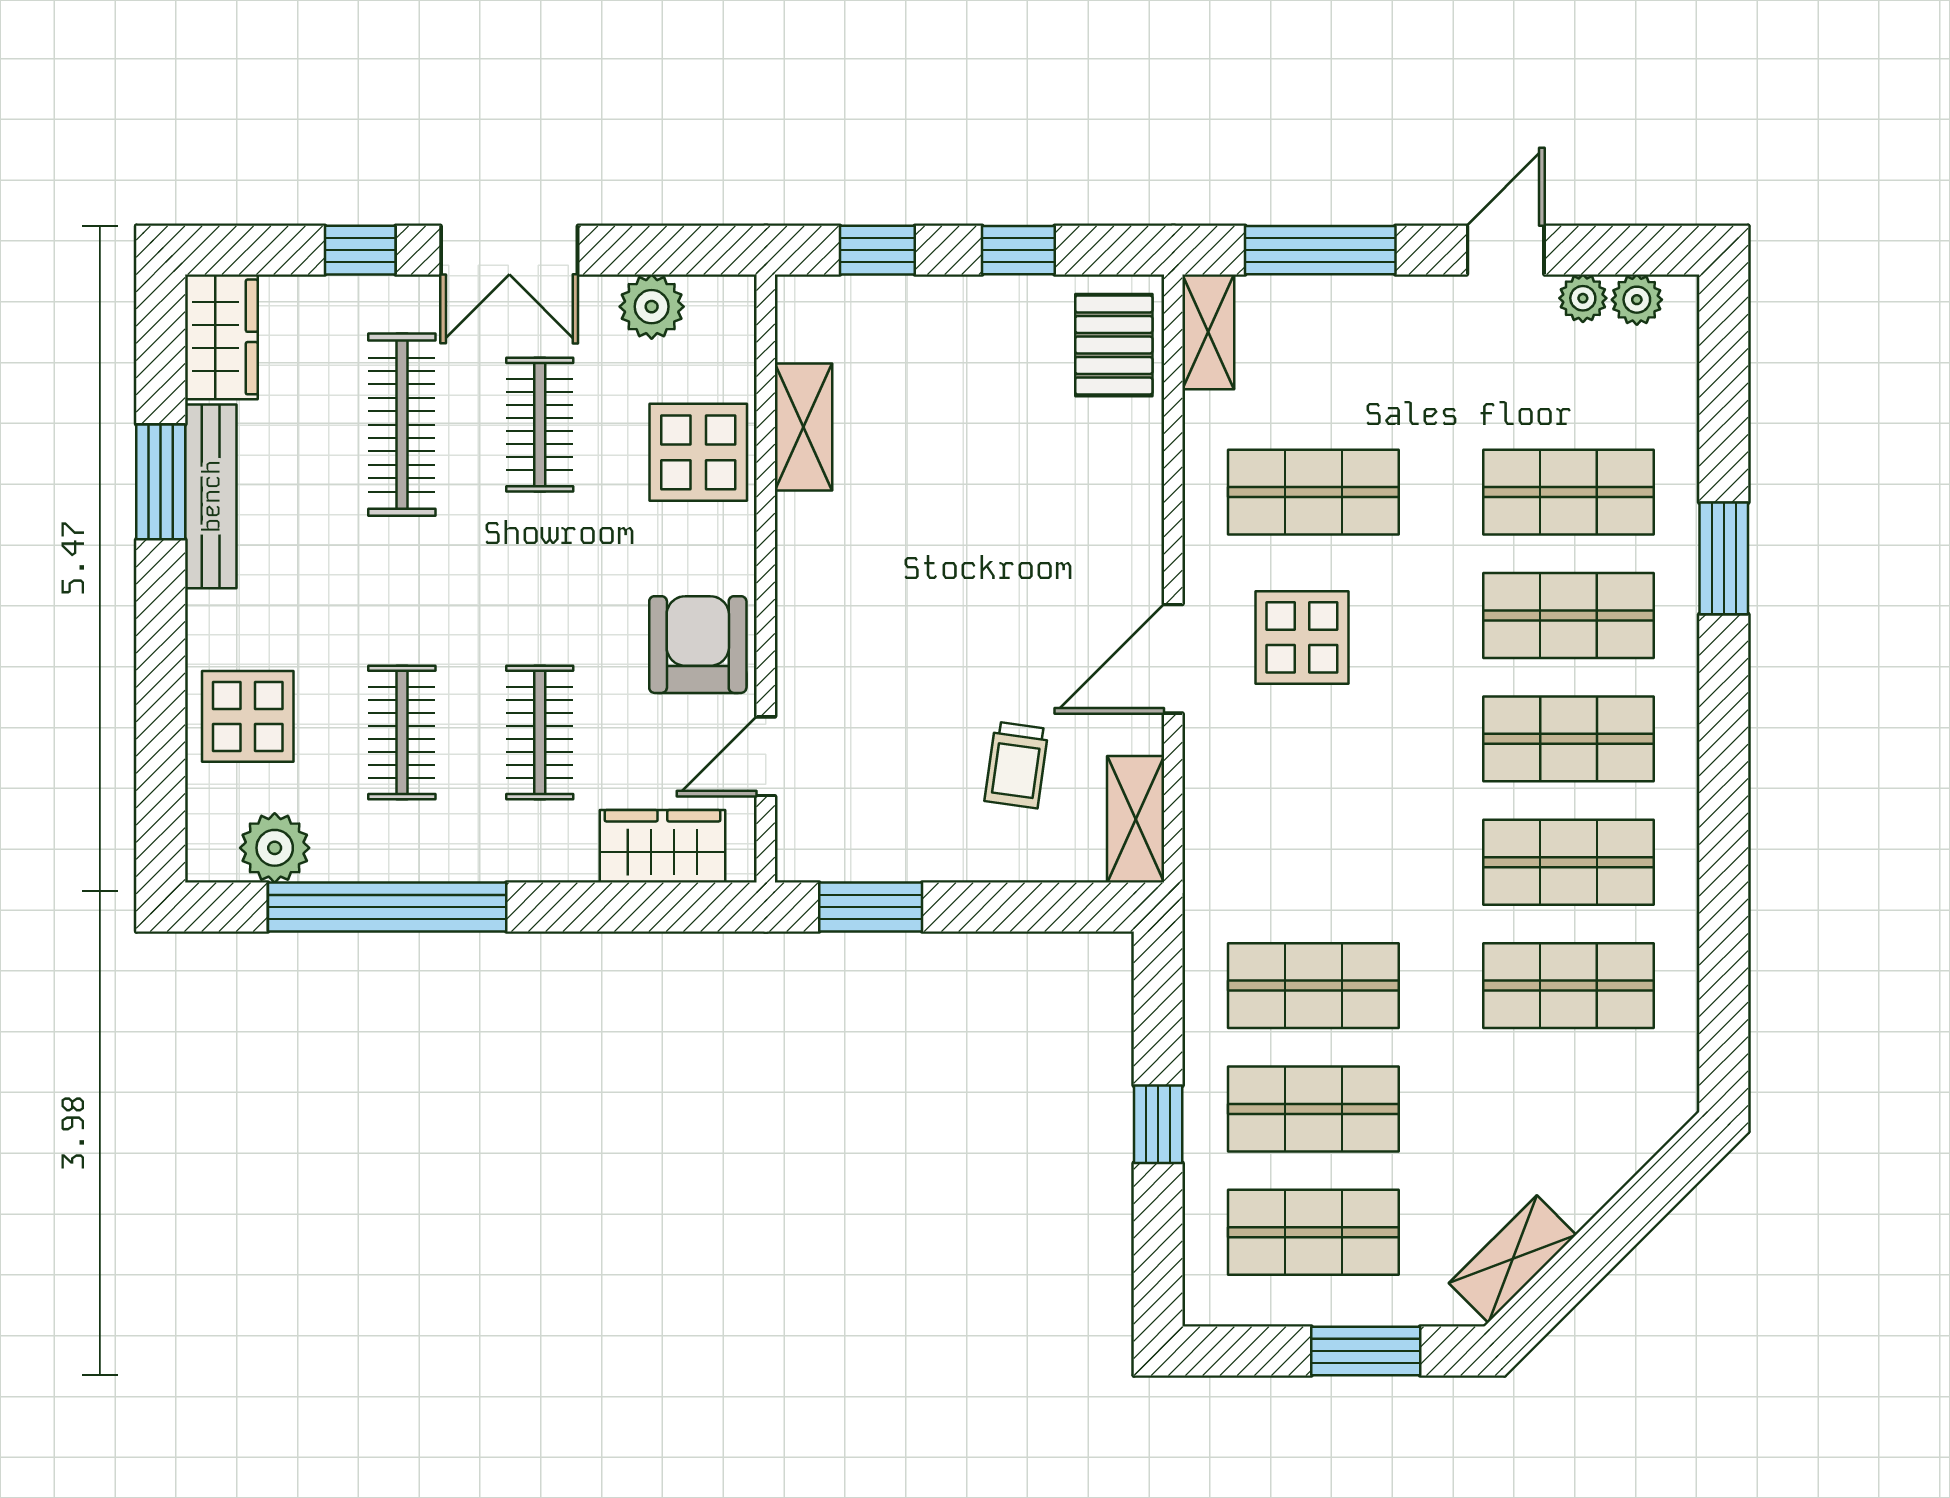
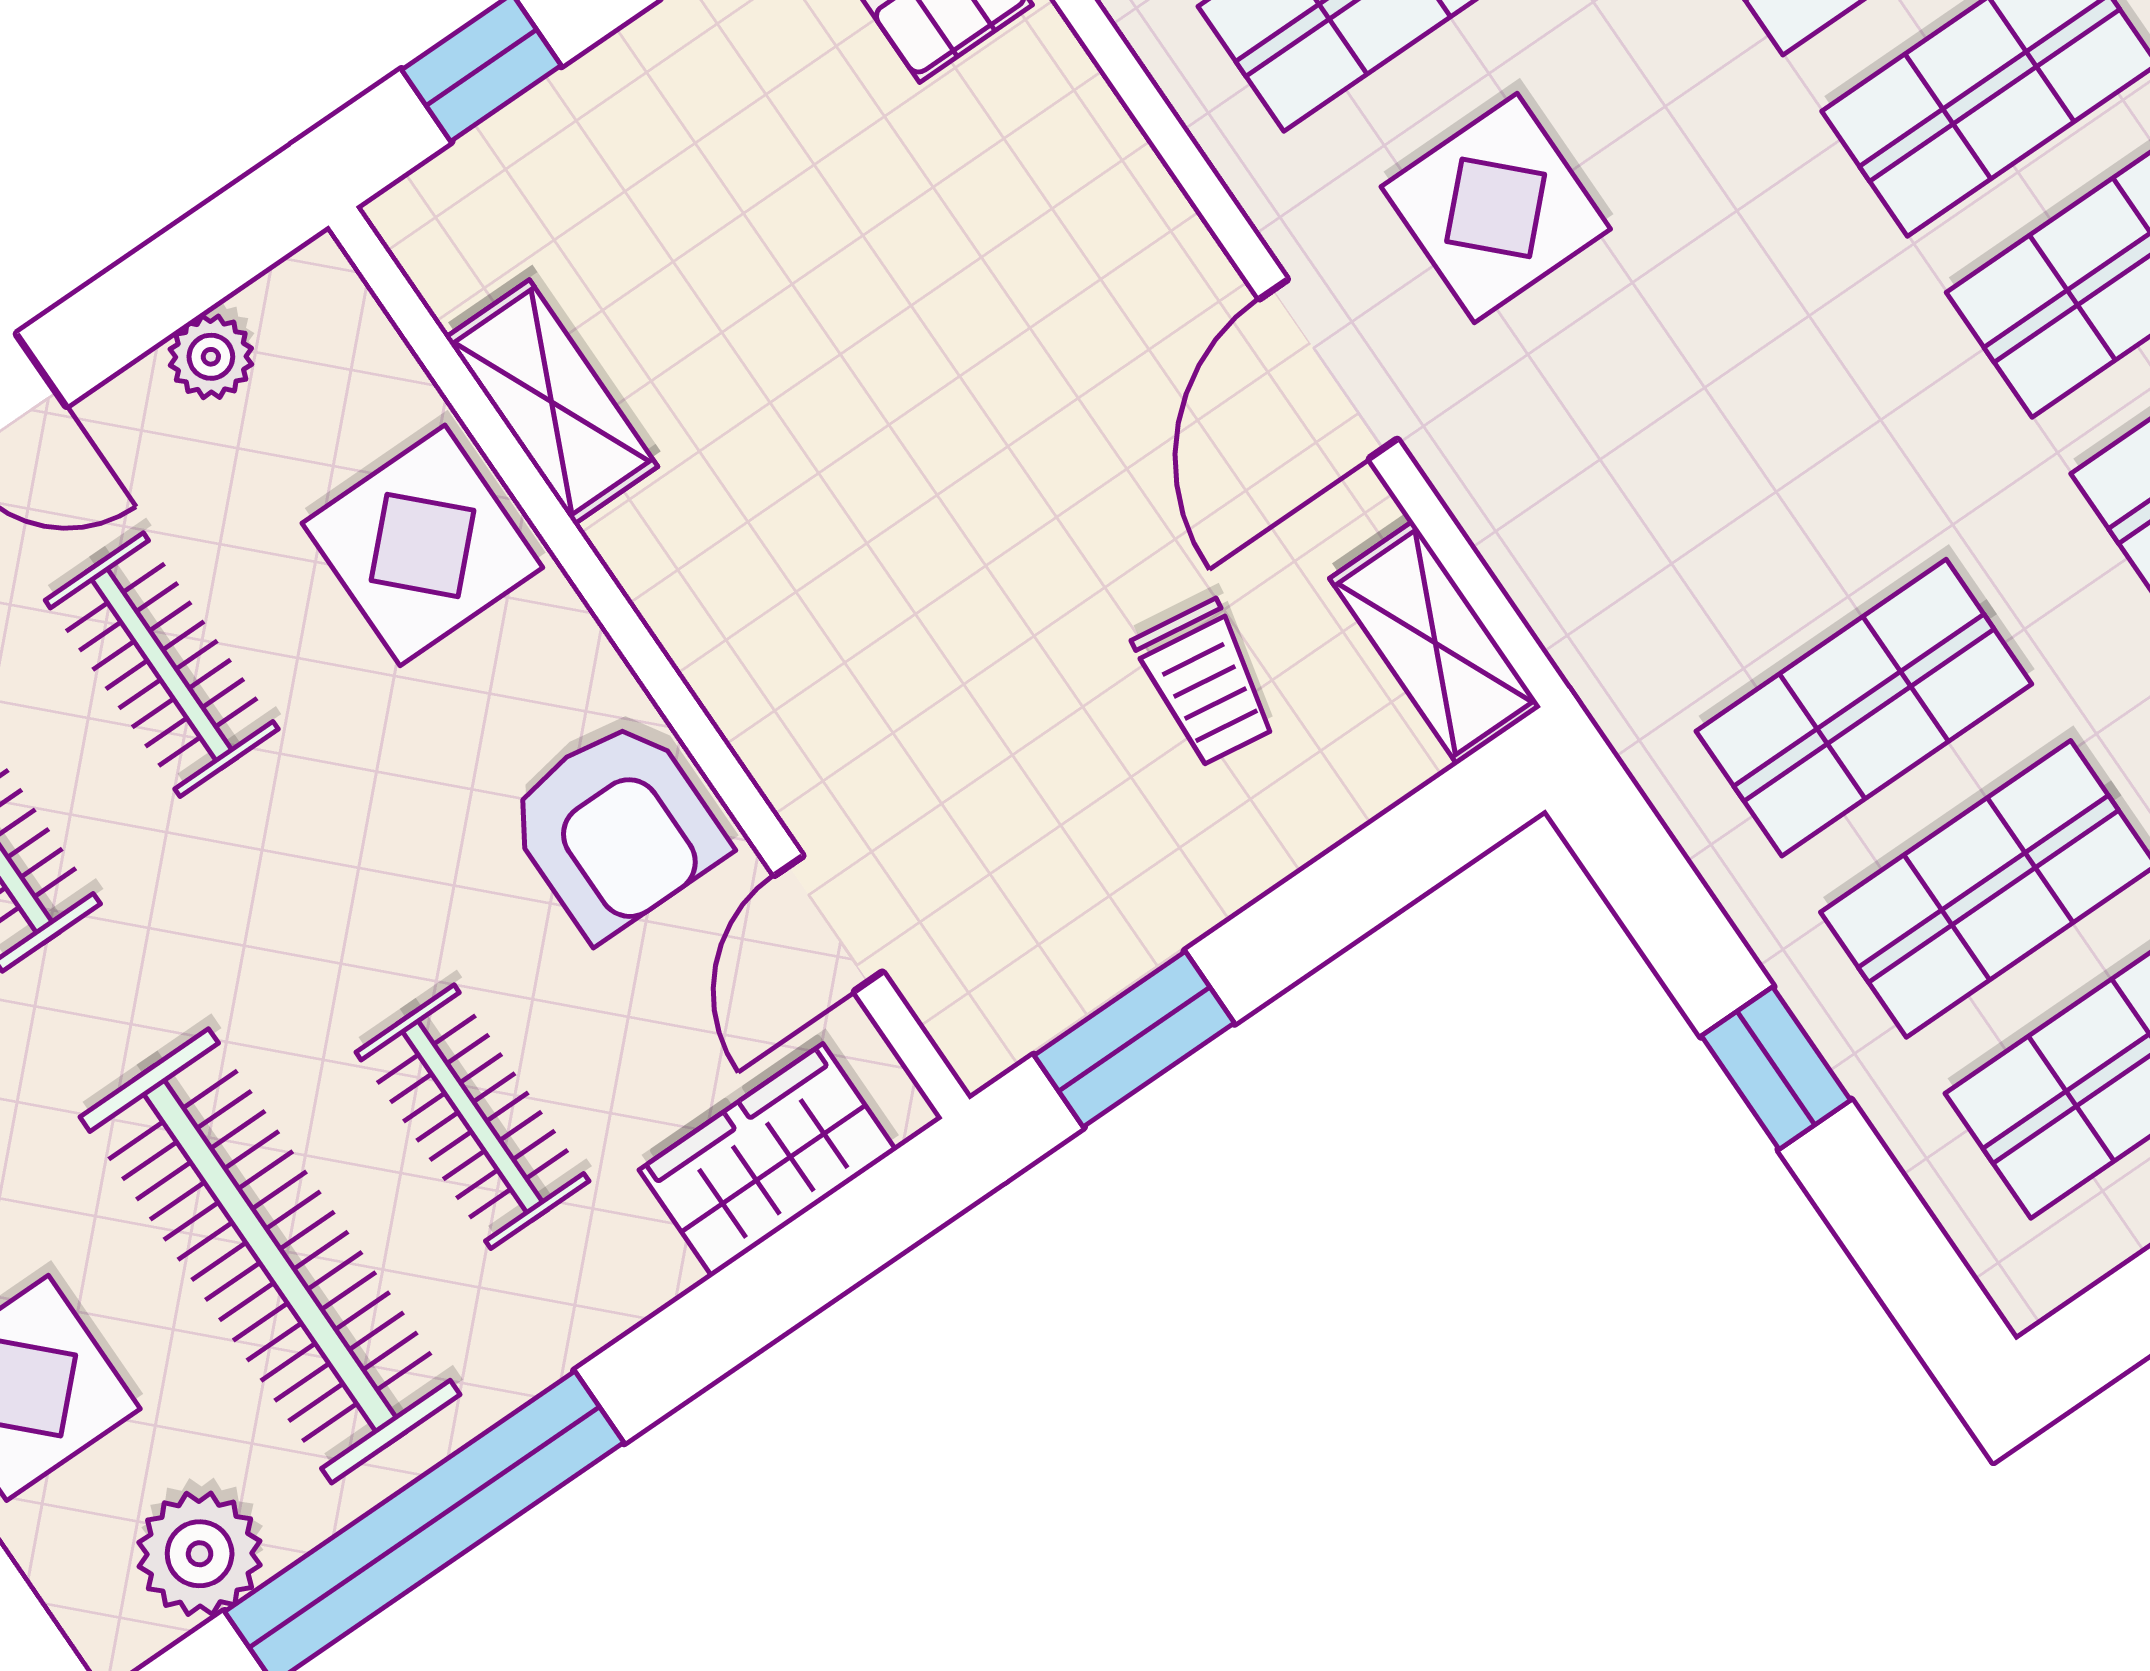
plant: (652, 307) -> (211, 357), width x0.73, depth x0.73
armchair: (698, 645) -> (616, 828), turned 180
clothes rail: (402, 732) -> (270, 1256), width x1.86, depth x1.31

